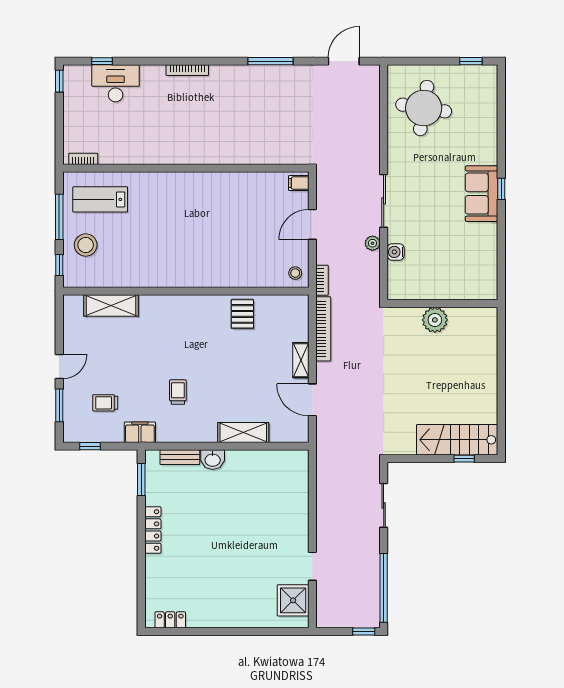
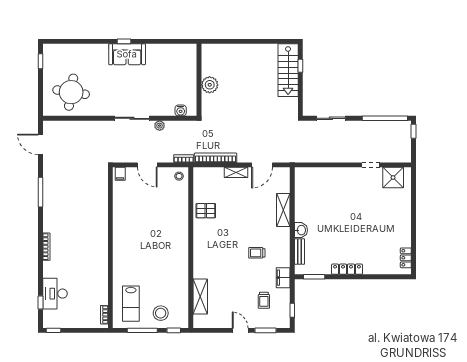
water cooler: (396, 252) -> (181, 110), moved

